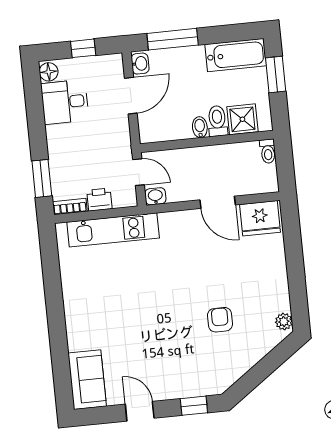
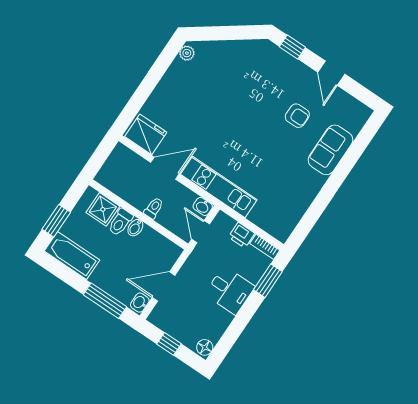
desk: (65, 102) -> (230, 290), moved
toilet: (268, 151) -> (154, 208), moved
door: (218, 202) -> (165, 168), hinge flipped
kitchen unit: (113, 230) -> (219, 187), moved
armchair: (220, 320) -> (297, 116), moved, turned -90
sofa: (87, 380) -> (330, 150), moved

